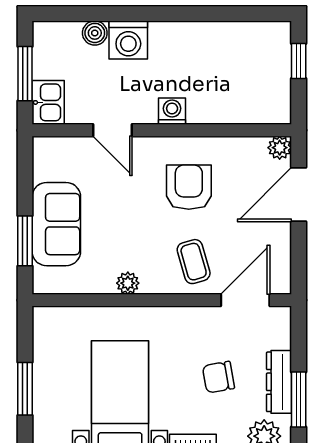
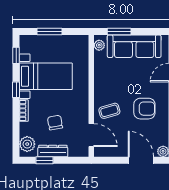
sofa: (56, 224) -> (134, 46), width x1.36
plant: (128, 283) -> (99, 45), moved
window: (299, 400) -> (44, 160), width x0.67

